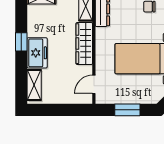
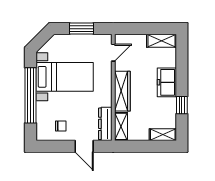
window: (21, 42) -> (182, 105), moved
shelving: (34, 85) -> (161, 41), moved, turned 90

